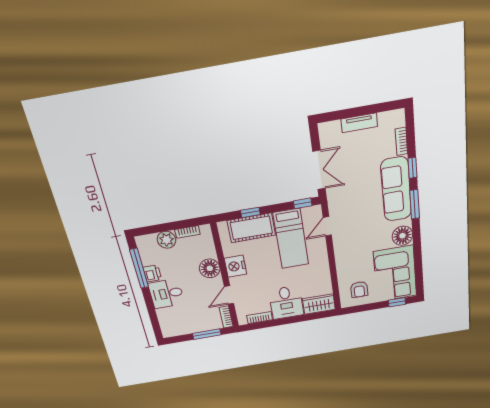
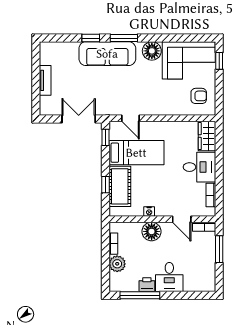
bookcase: (401, 141) -> (67, 46), removed
nightstand: (235, 266) -> (149, 211), width x0.53, depth x0.56

